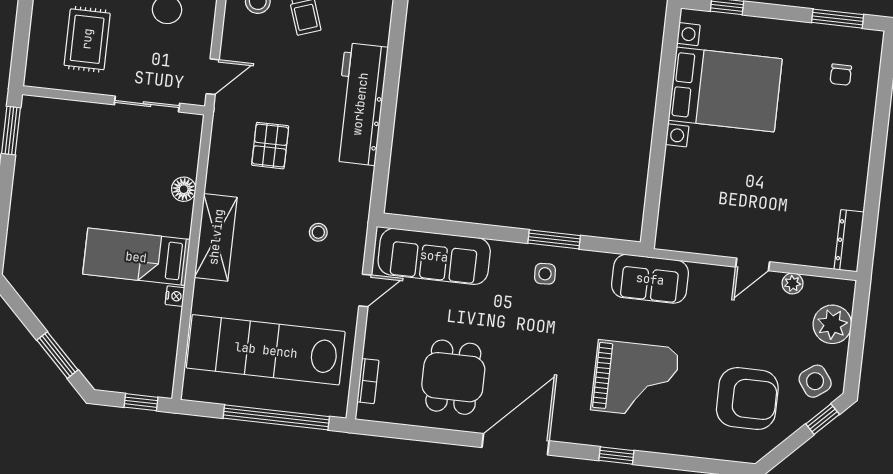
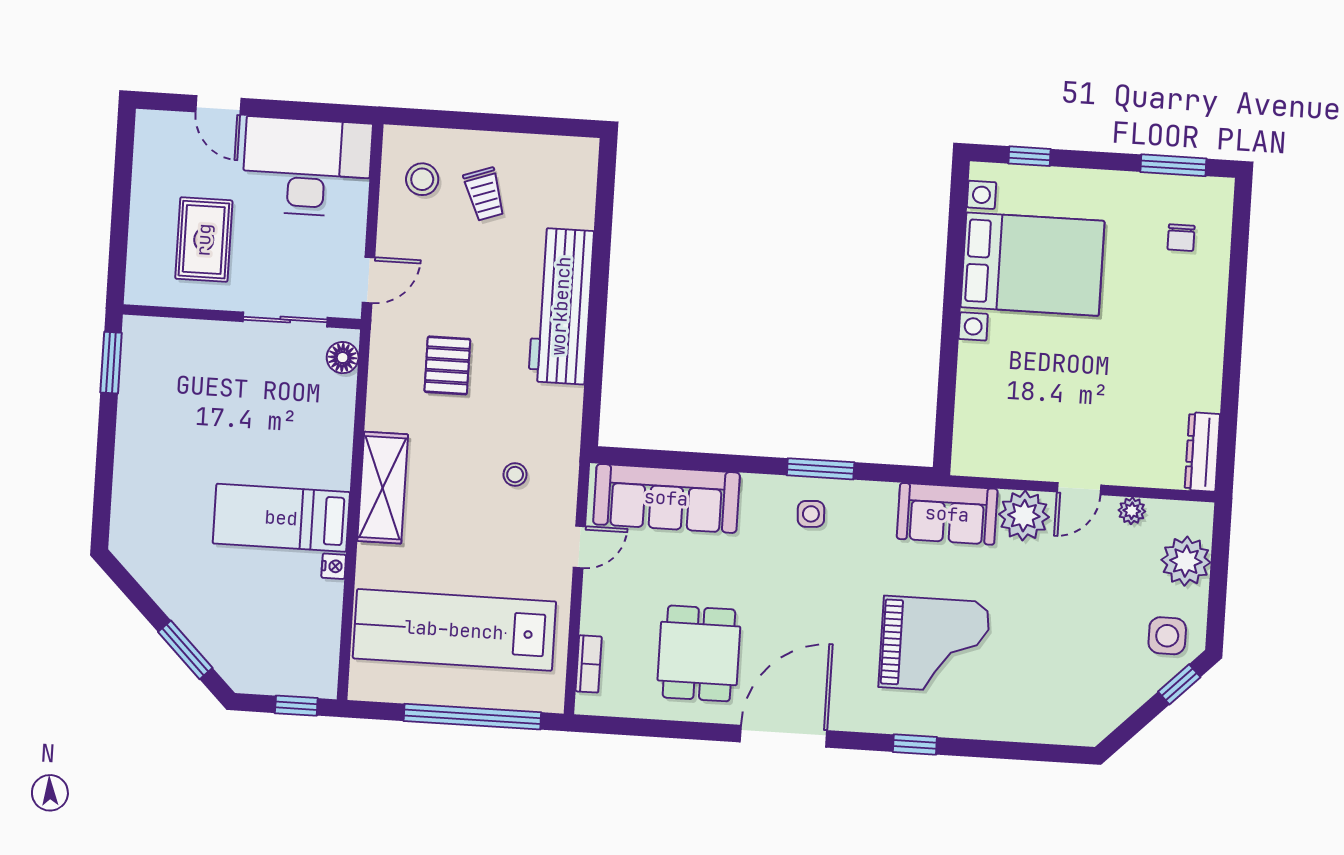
floor lamp: (184, 189) -> (343, 358), moved
plant: (709, 283) -> (1024, 516), added
side table: (815, 381) -> (1167, 636), turned 36
armchair: (747, 399) -> (1081, 663), removed

